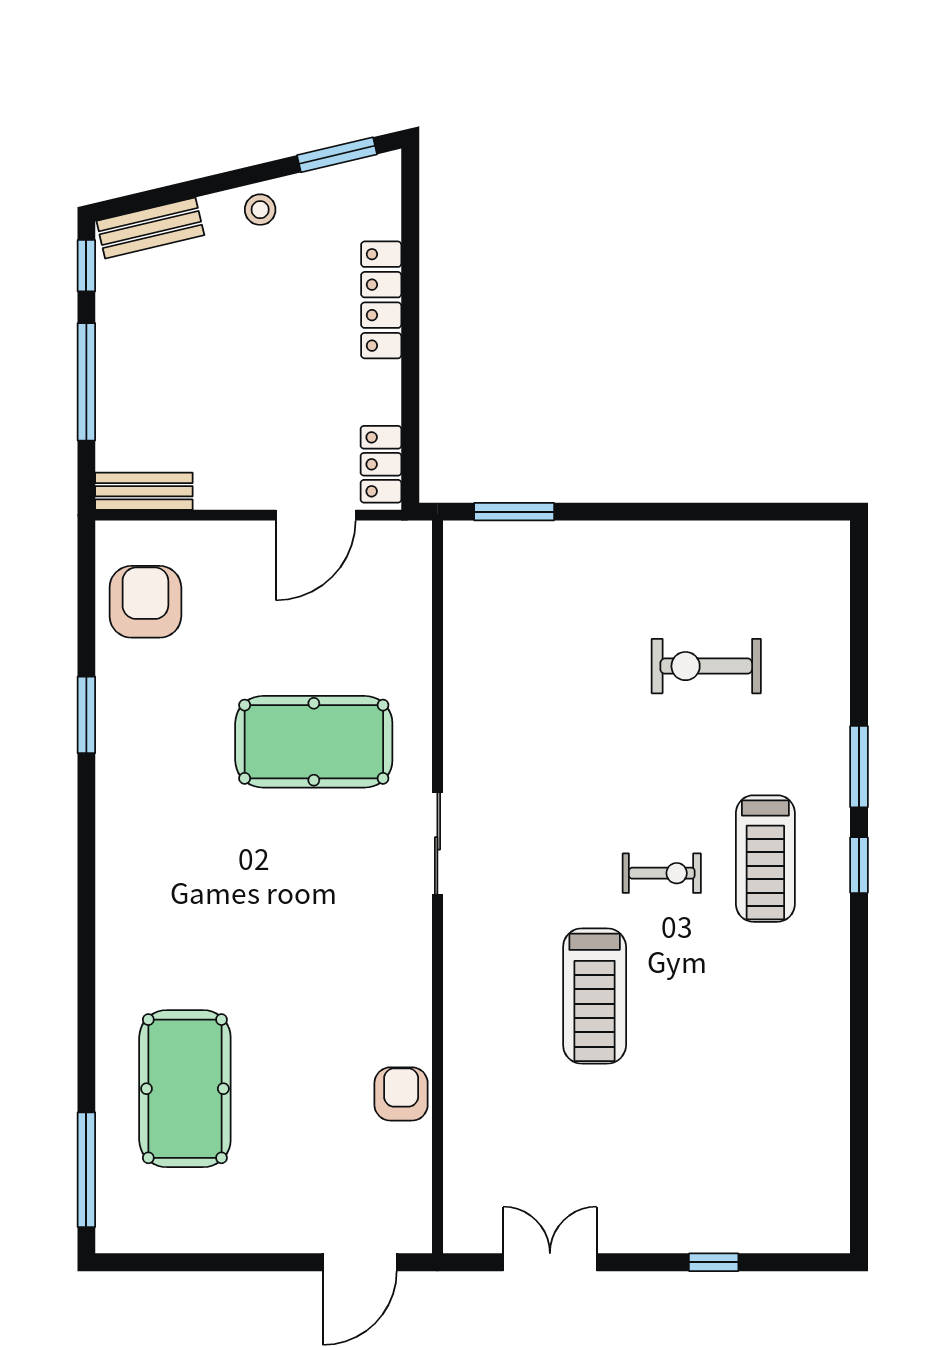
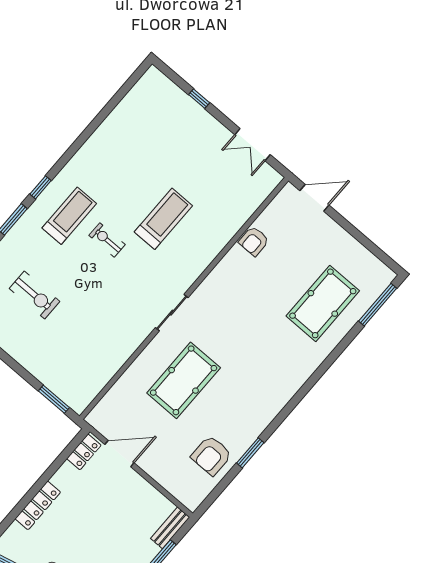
bench: (144, 491) -> (170, 528), moved, turned 90
armchair: (145, 602) -> (211, 456), moved
pool table: (314, 742) -> (184, 380), turned 90

